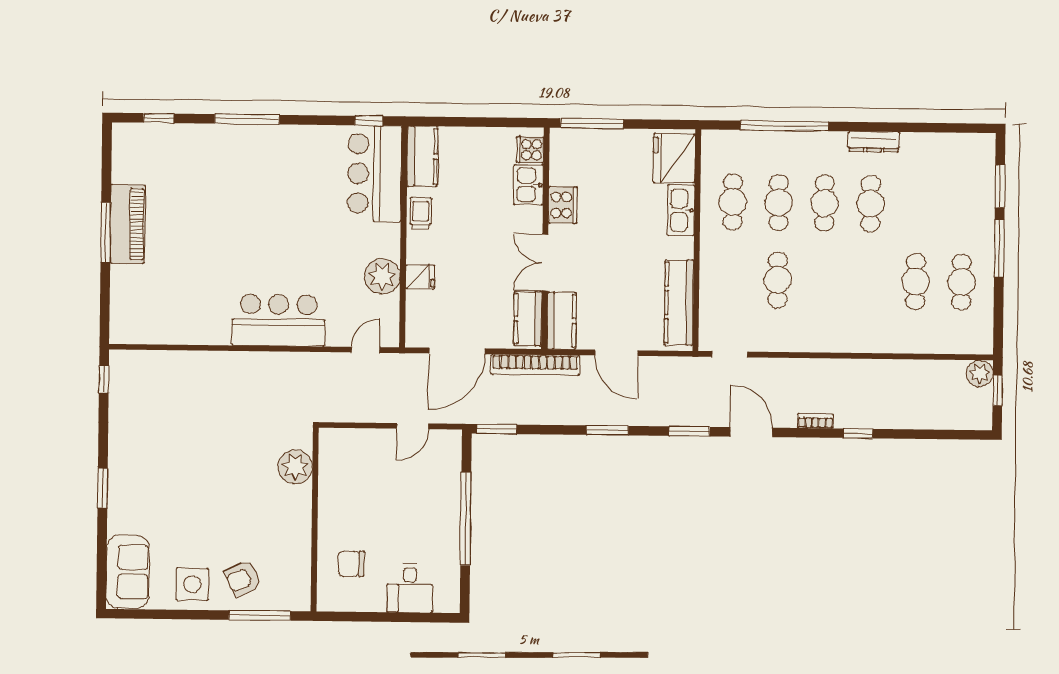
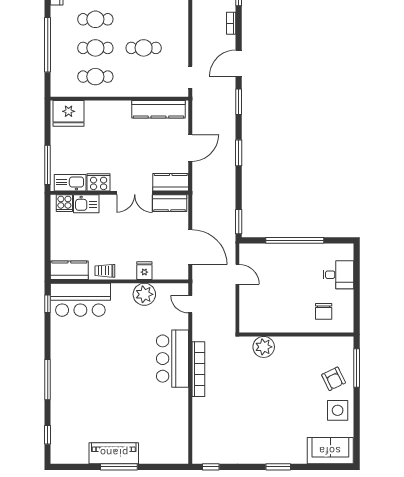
kitchen sink: (681, 210) -> (70, 183), moved, turned 180
bookcase: (535, 365) -> (198, 369), moved

